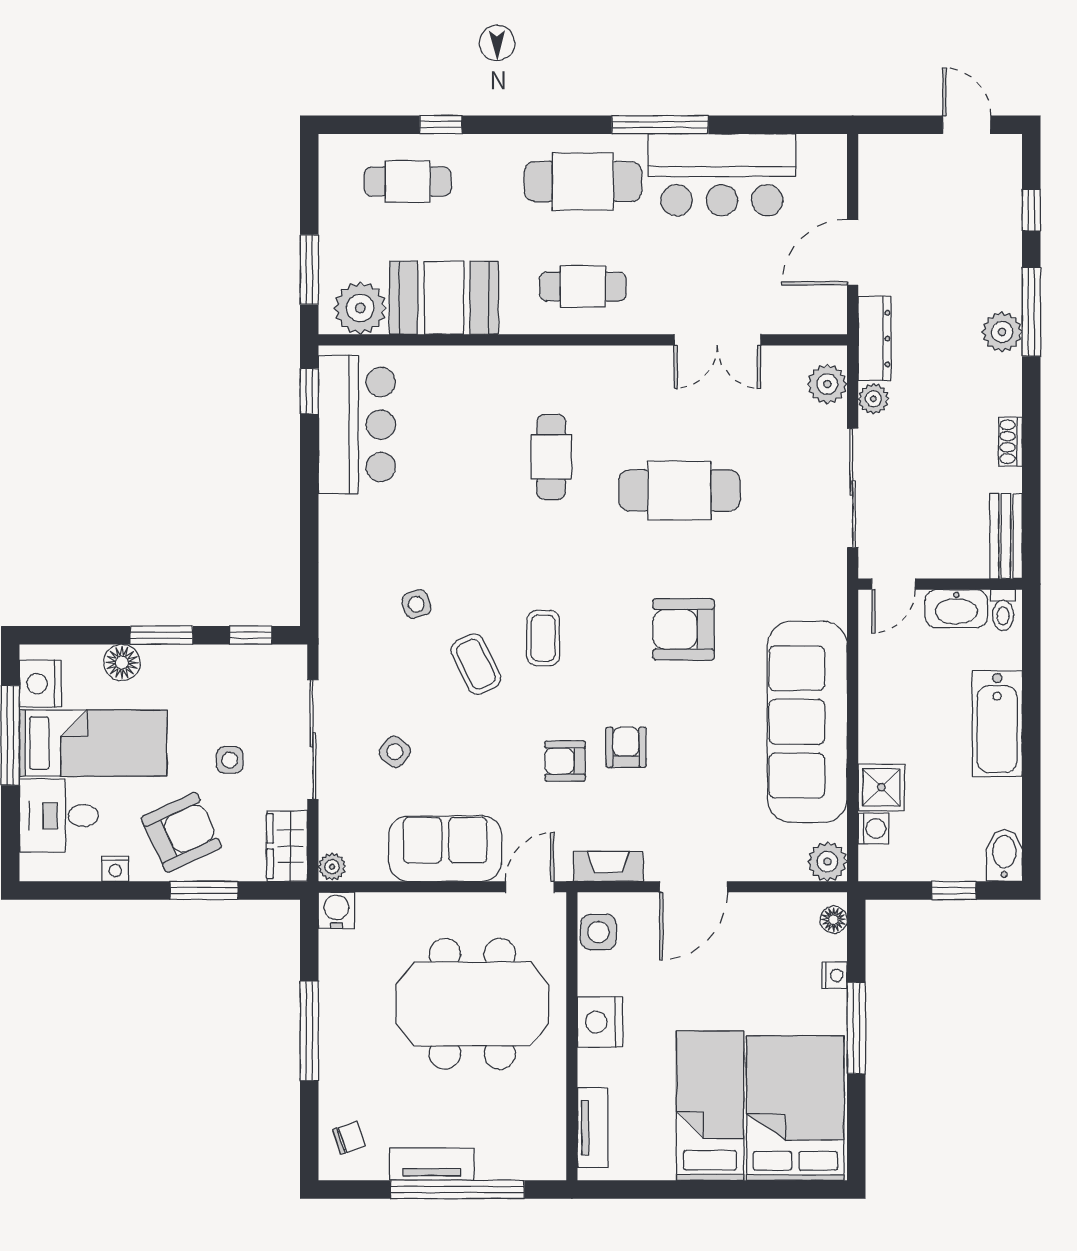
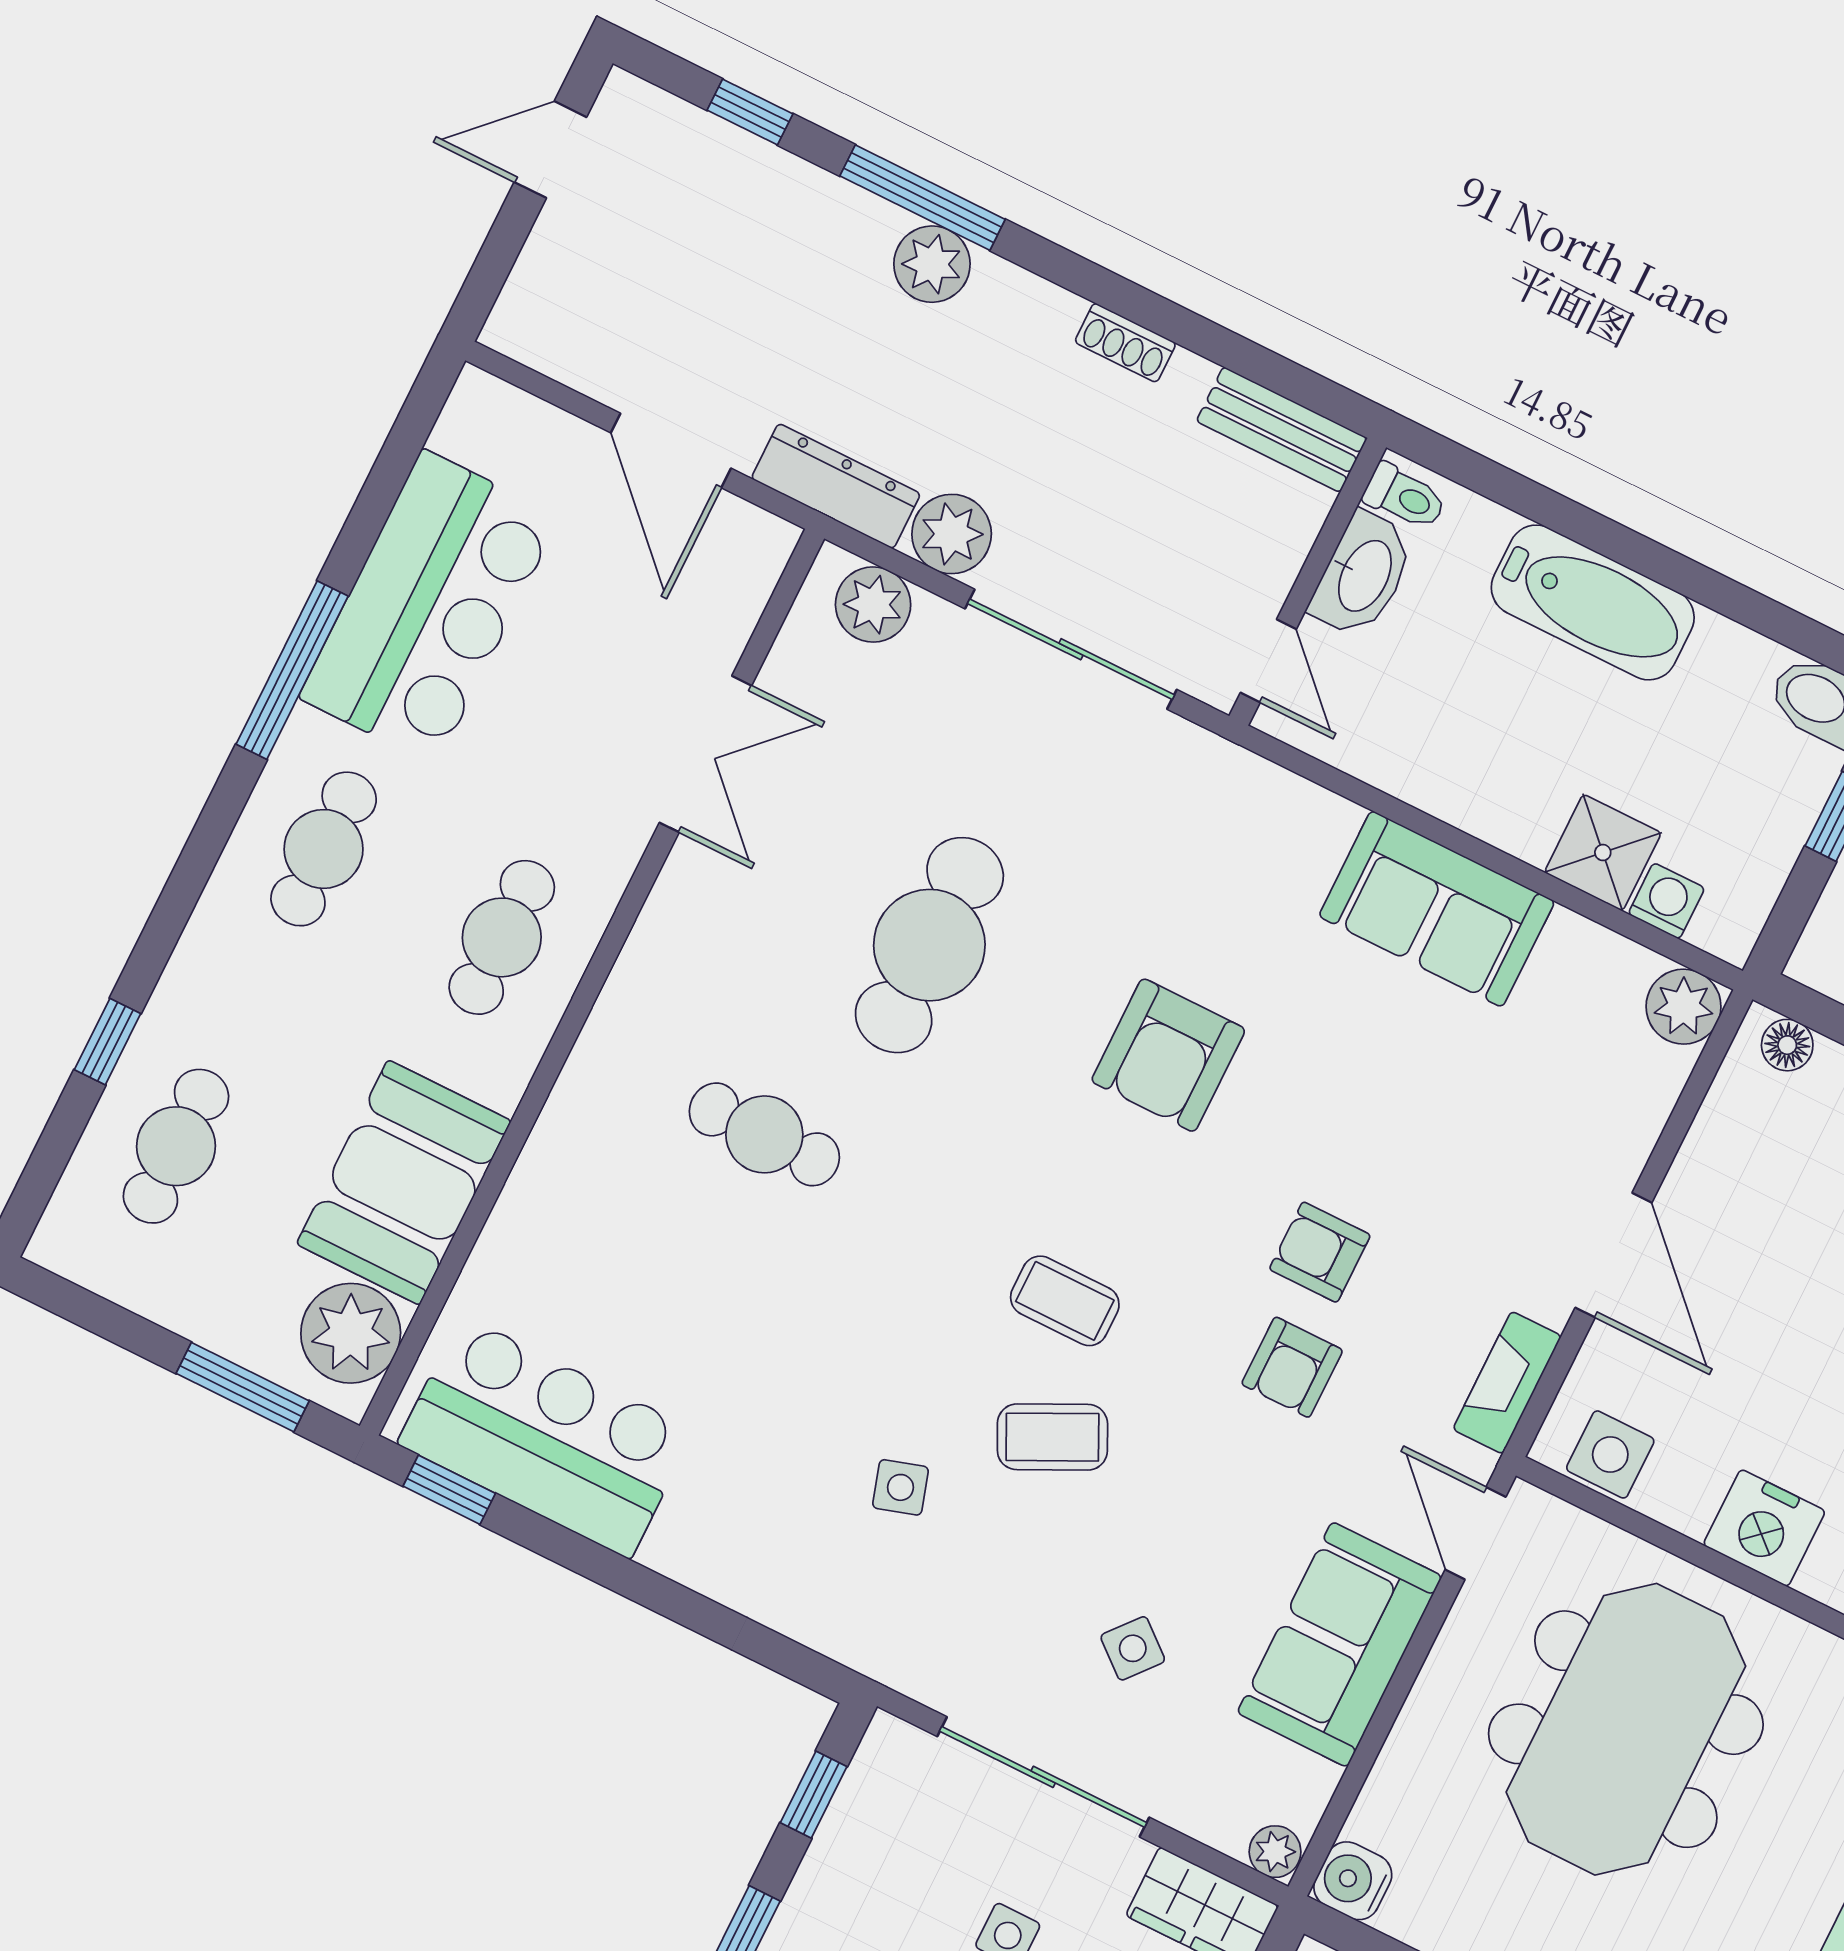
cafe table: (583, 182) -> (324, 849), width x0.73, depth x0.74
plant: (873, 399) -> (952, 534), width x1.38, depth x1.38
sofa: (807, 722) -> (1437, 909), width x0.54, depth x0.79

